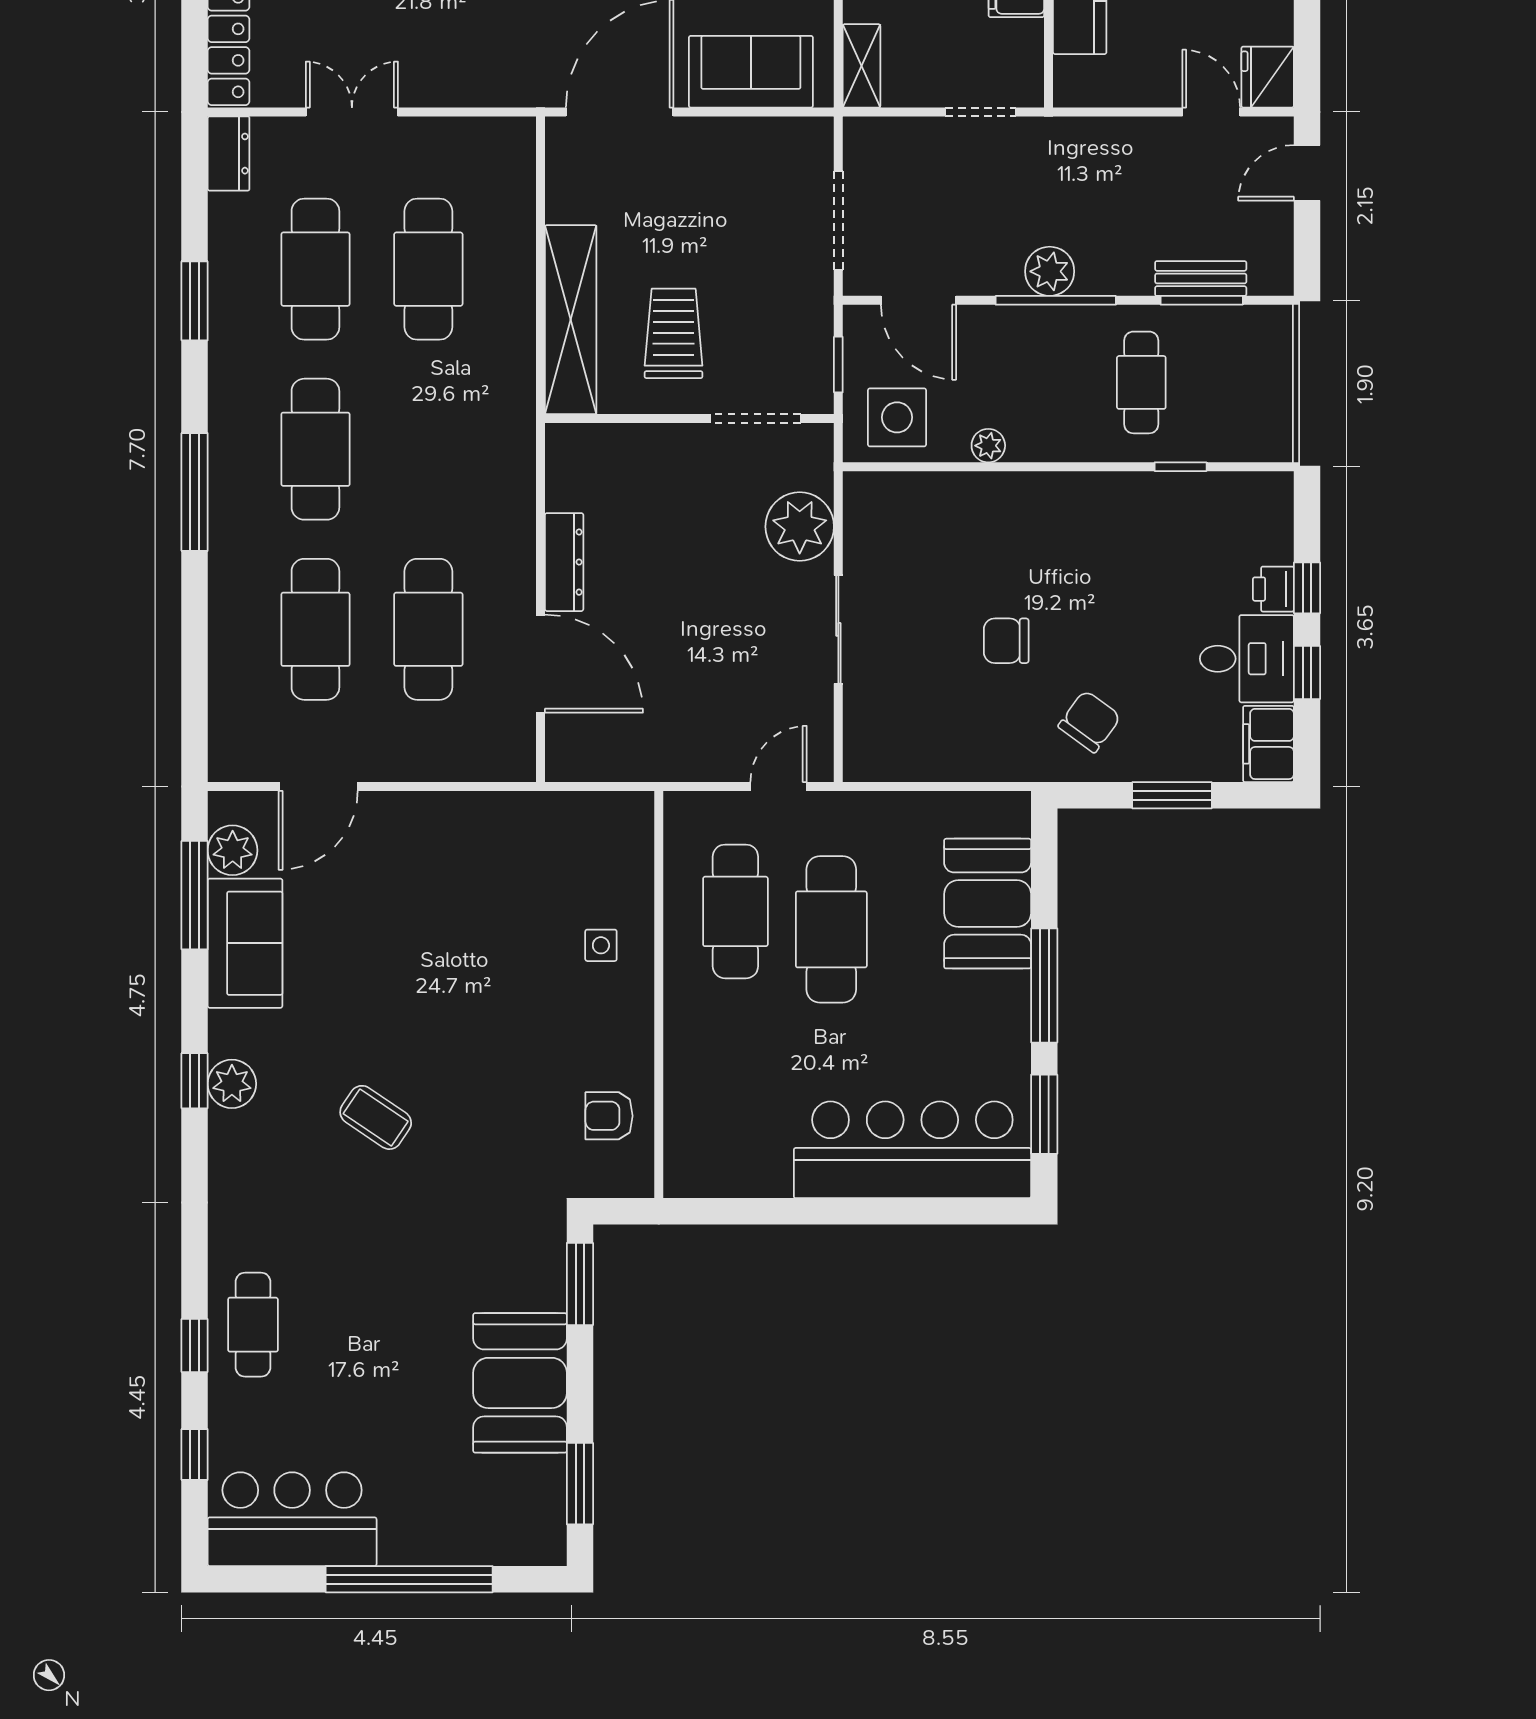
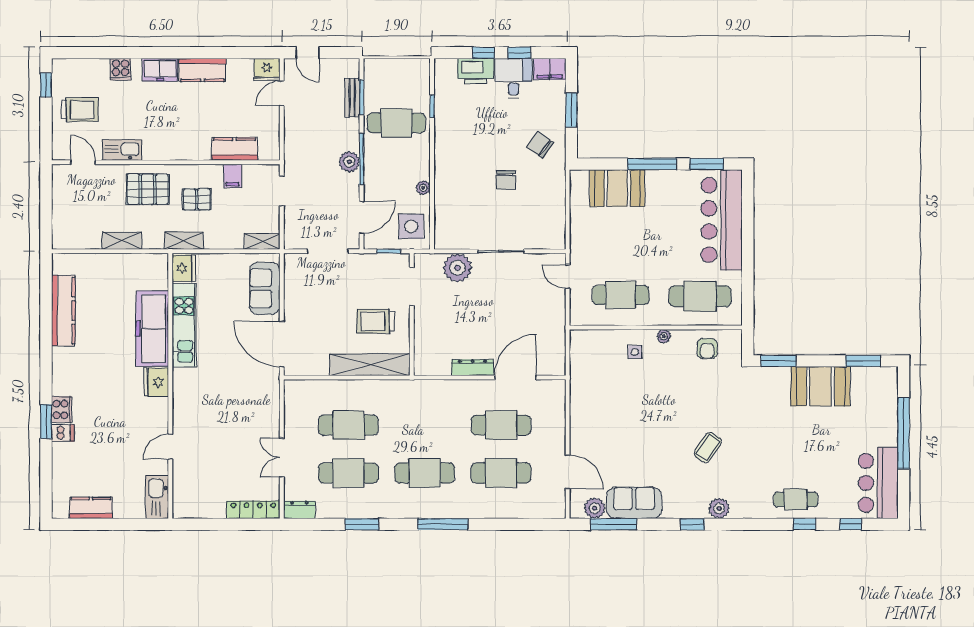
cafe table: (1141, 382) -> (396, 123), width x1.37, depth x1.35
printer: (1273, 589) -> (476, 71), width x1.87, depth x1.48
cafe table: (831, 929) -> (700, 296), moved
plant: (638, 1013) -> (664, 336), added
plant: (232, 1084) -> (719, 508), moved

